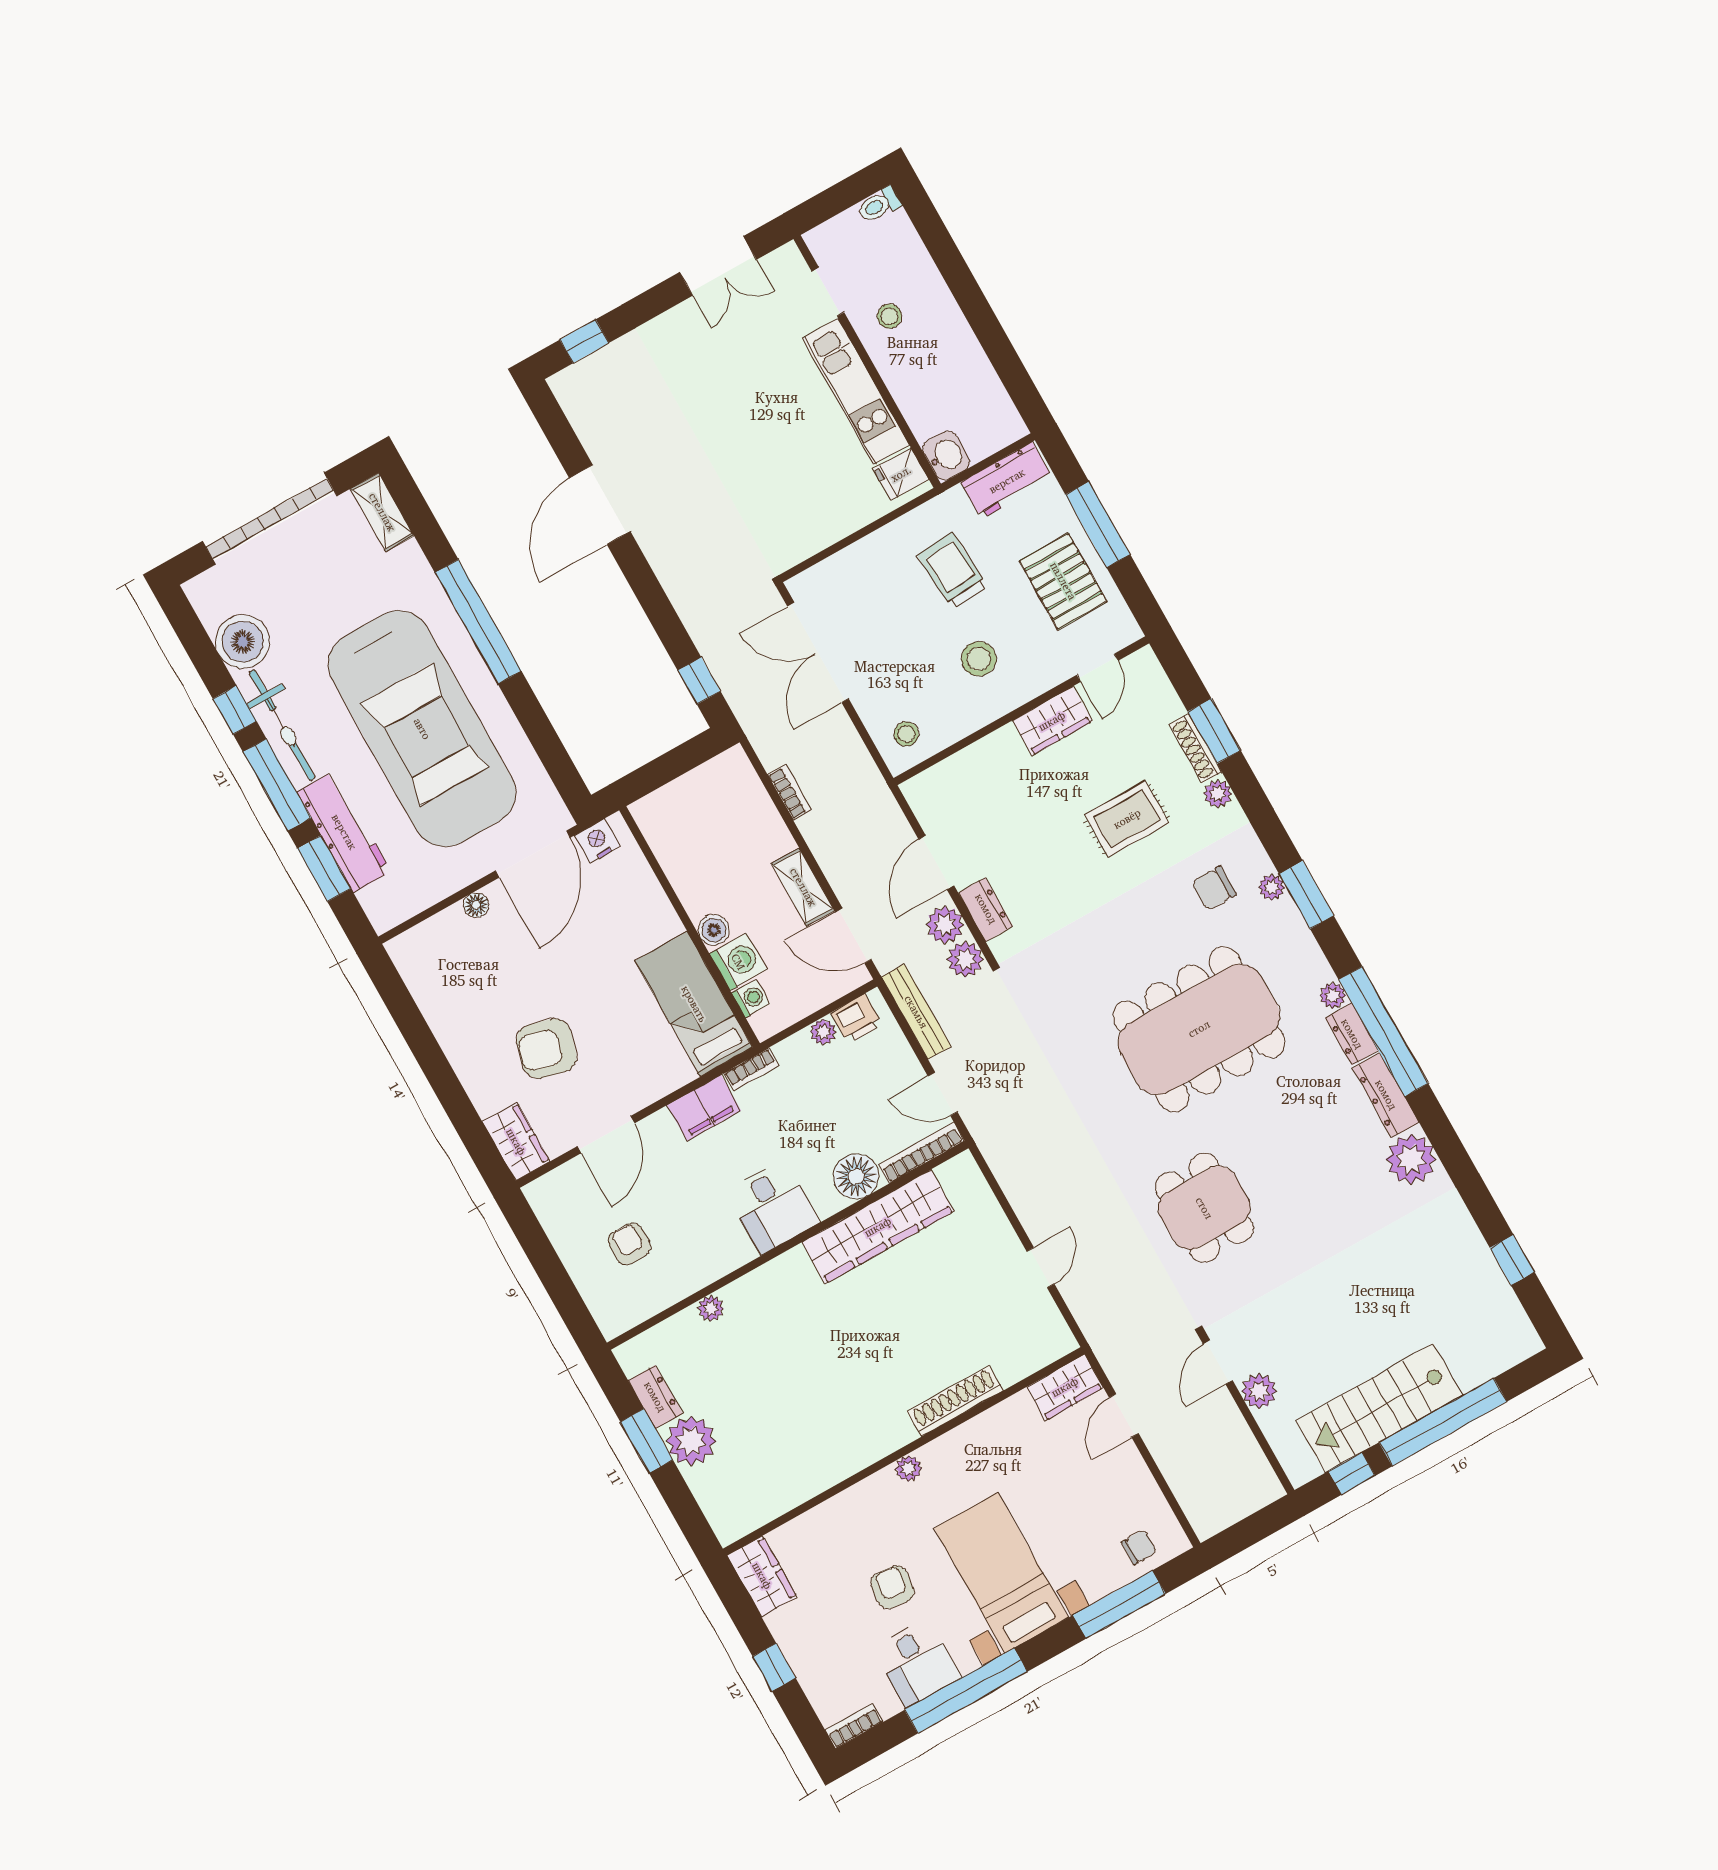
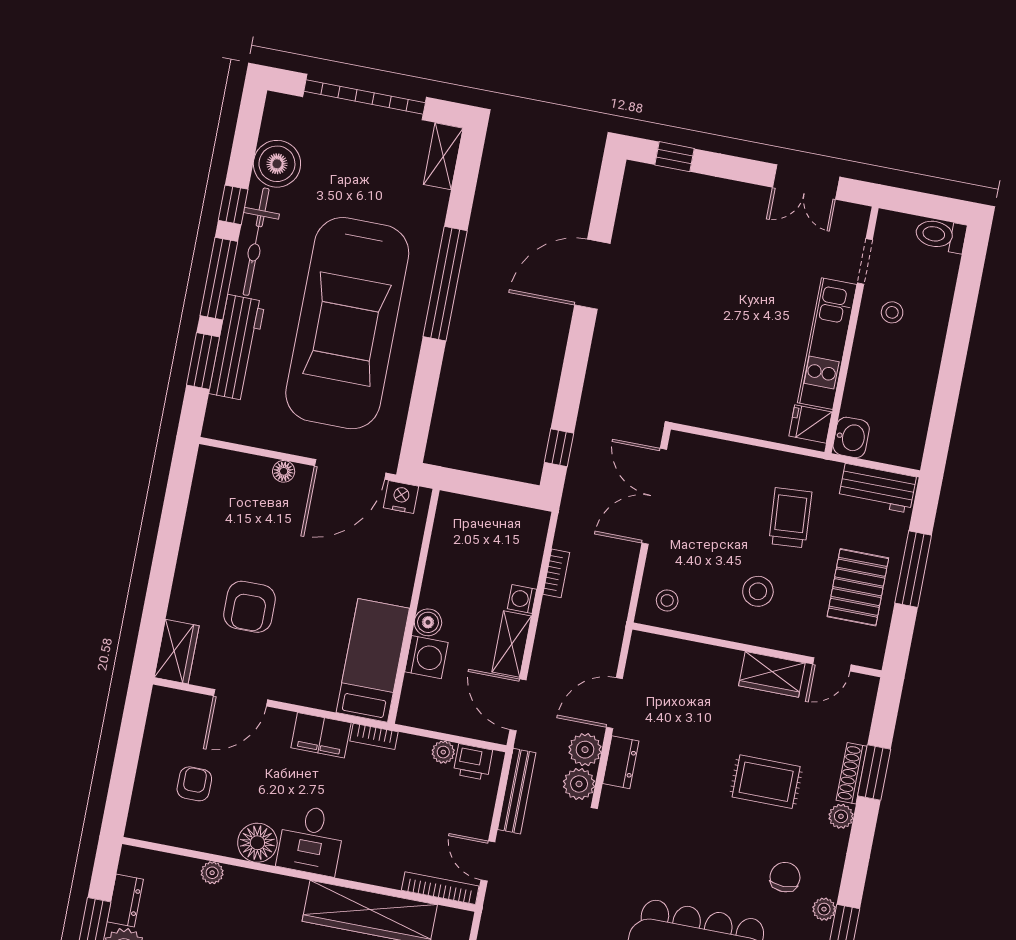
toilet: (879, 205) -> (941, 235), width x1.37, depth x1.39
chair: (1214, 888) -> (785, 877), turned 90
washing machine: (751, 998) -> (522, 599), moved, turned 180
armchair: (547, 1049) -> (250, 607), turned -105
floor lamp: (856, 1176) -> (257, 843), moved

